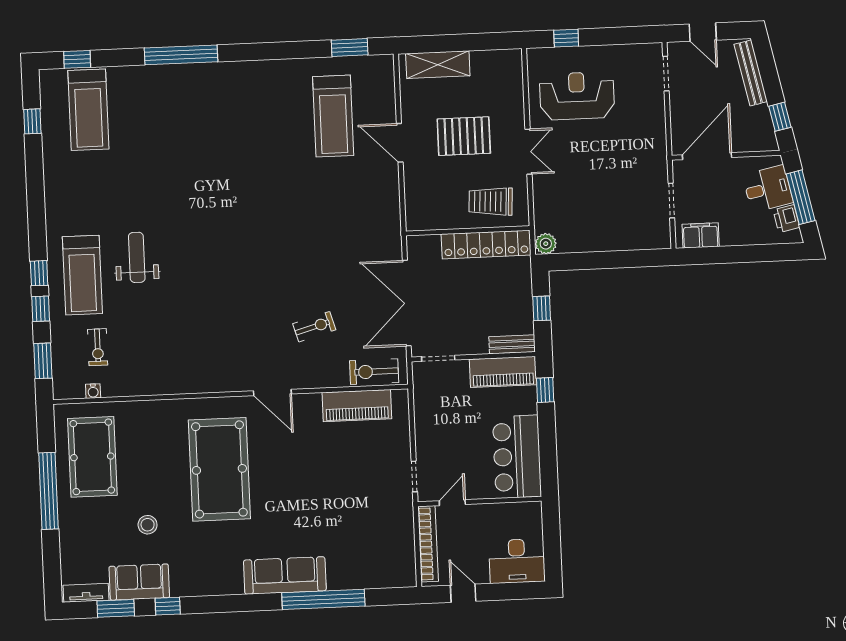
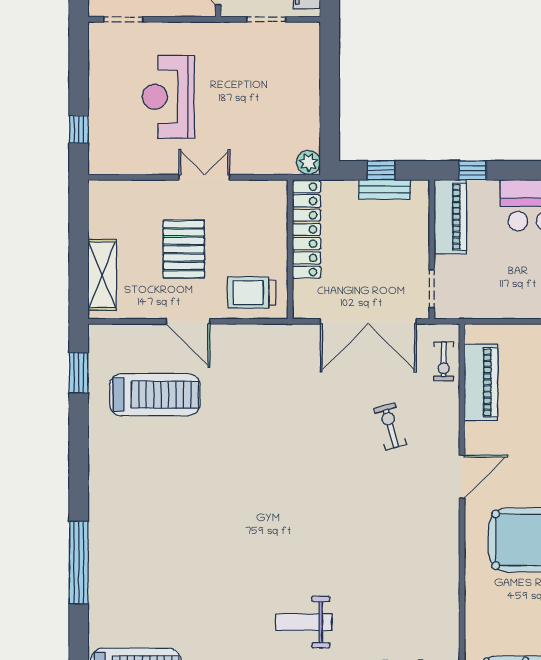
reception desk: (577, 96) -> (168, 97), moved
door: (400, 143) -> (188, 321), hinge flipped
trolley: (491, 202) -> (252, 293), moved, turned 87
bench: (512, 344) -> (385, 189), moved, turned 90
exercise bike: (374, 372) -> (444, 361), width x0.73, depth x0.72

